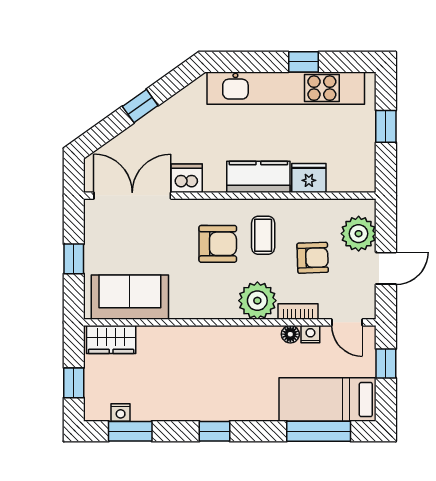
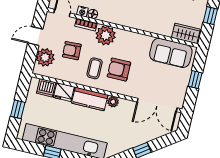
dishwasher: (187, 178) -> (46, 88), moved
plant: (214, 182) -> (113, 102), added

